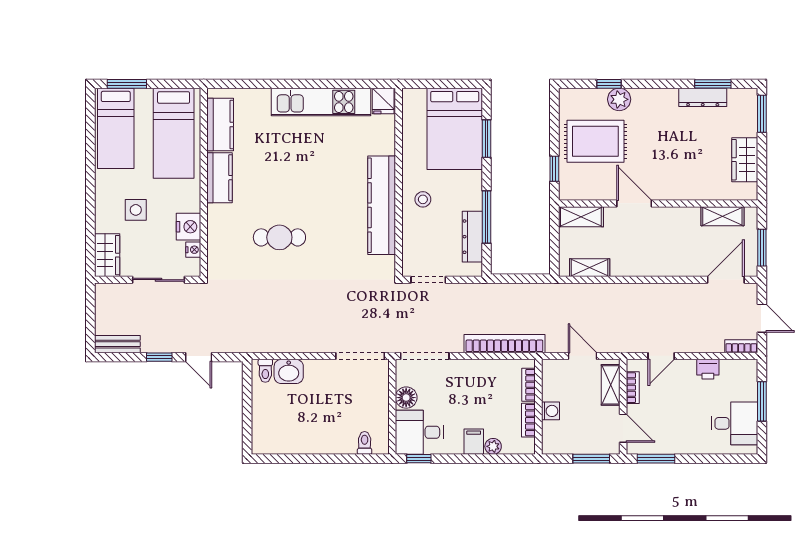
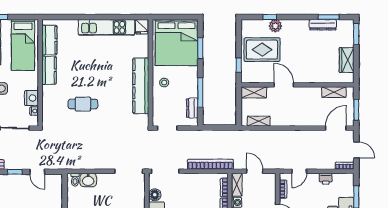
bed: (455, 129) -> (177, 43), width x1.36
dresser: (472, 237) -> (192, 108), width x0.70
shelving: (611, 385) -> (237, 185), moved

